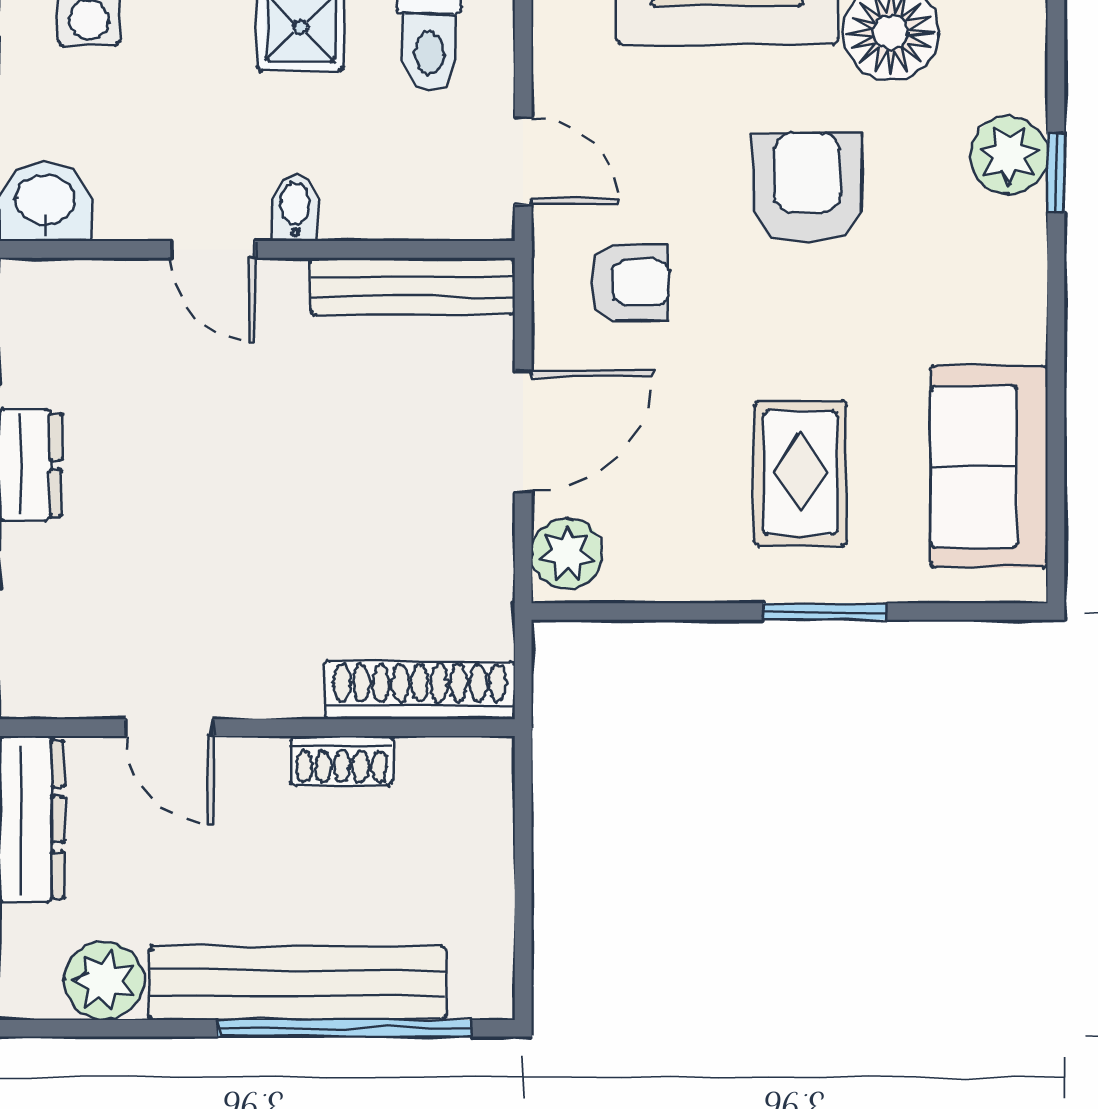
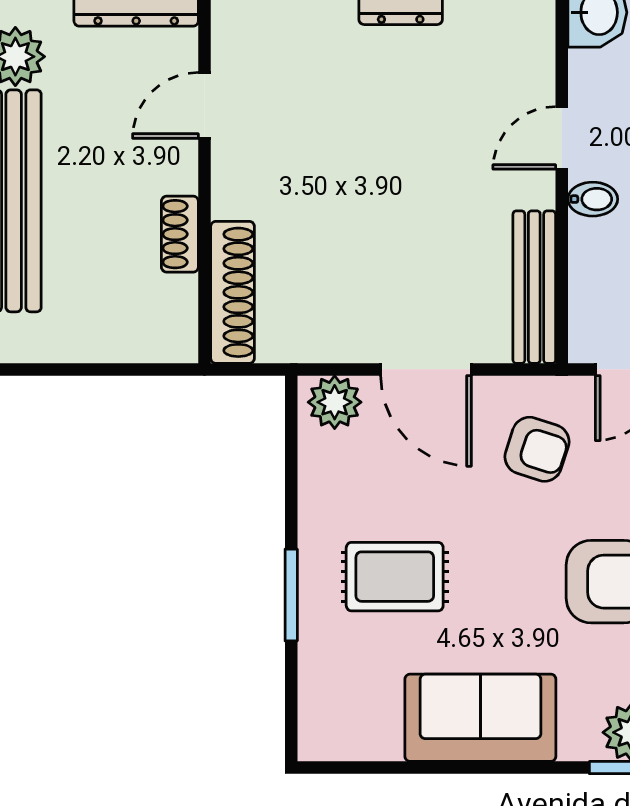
armchair: (630, 283) -> (537, 449), turned -72
sofa: (989, 467) -> (480, 718), moved

